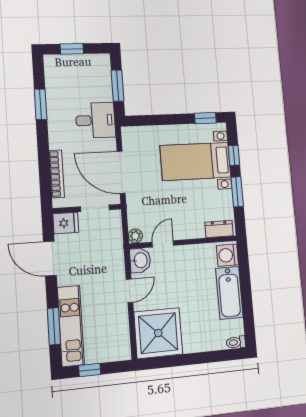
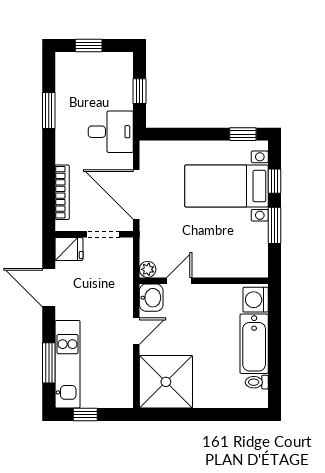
window: (118, 86) -> (139, 91), width x0.67
dresser: (219, 229) -> (248, 268), removed
toilet: (236, 342) -> (257, 382), moved

